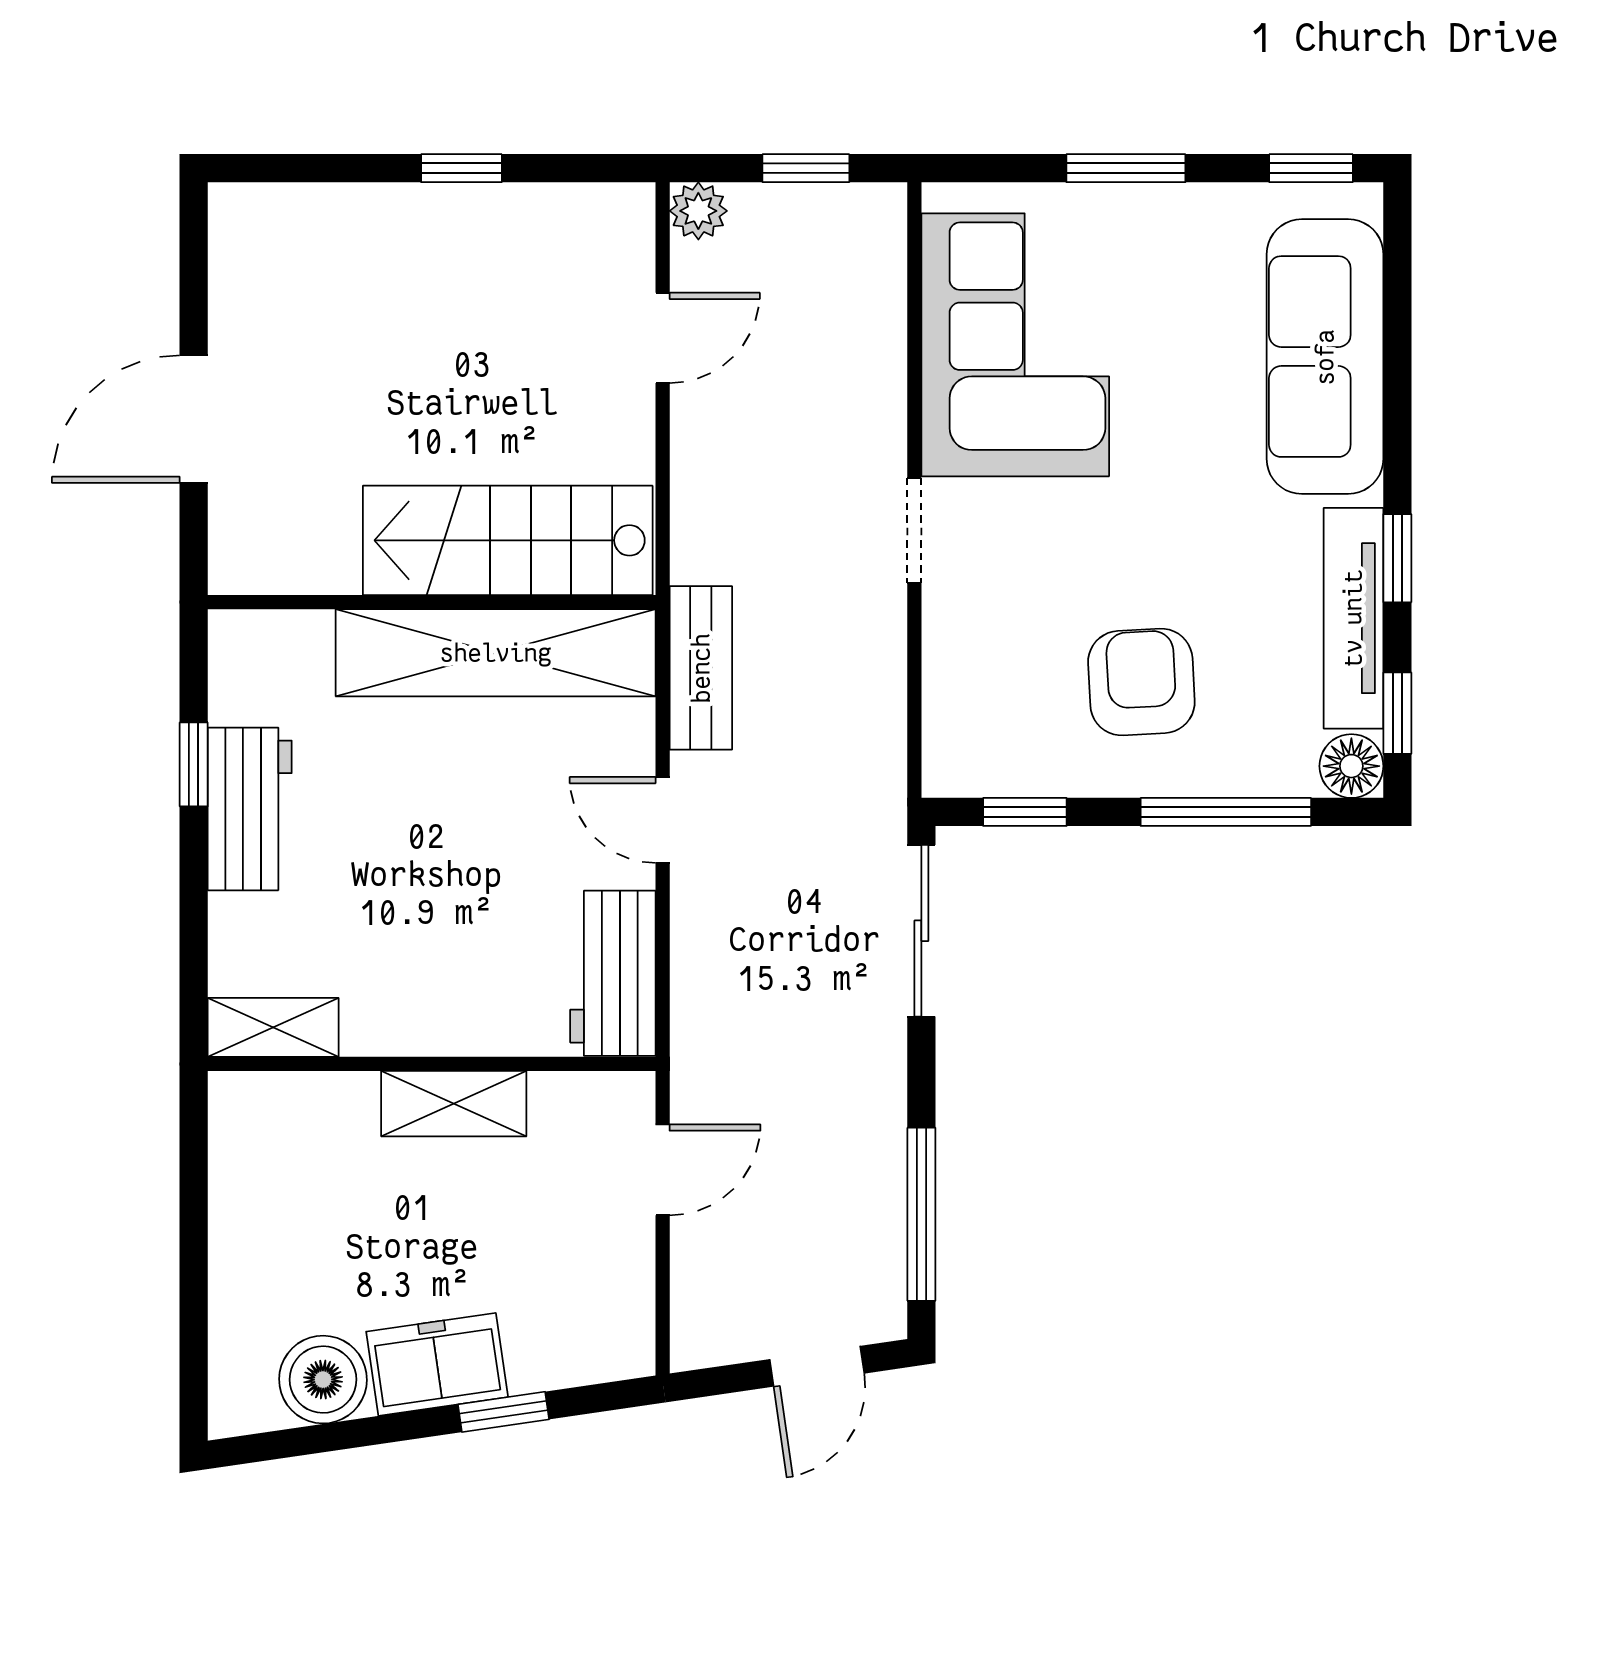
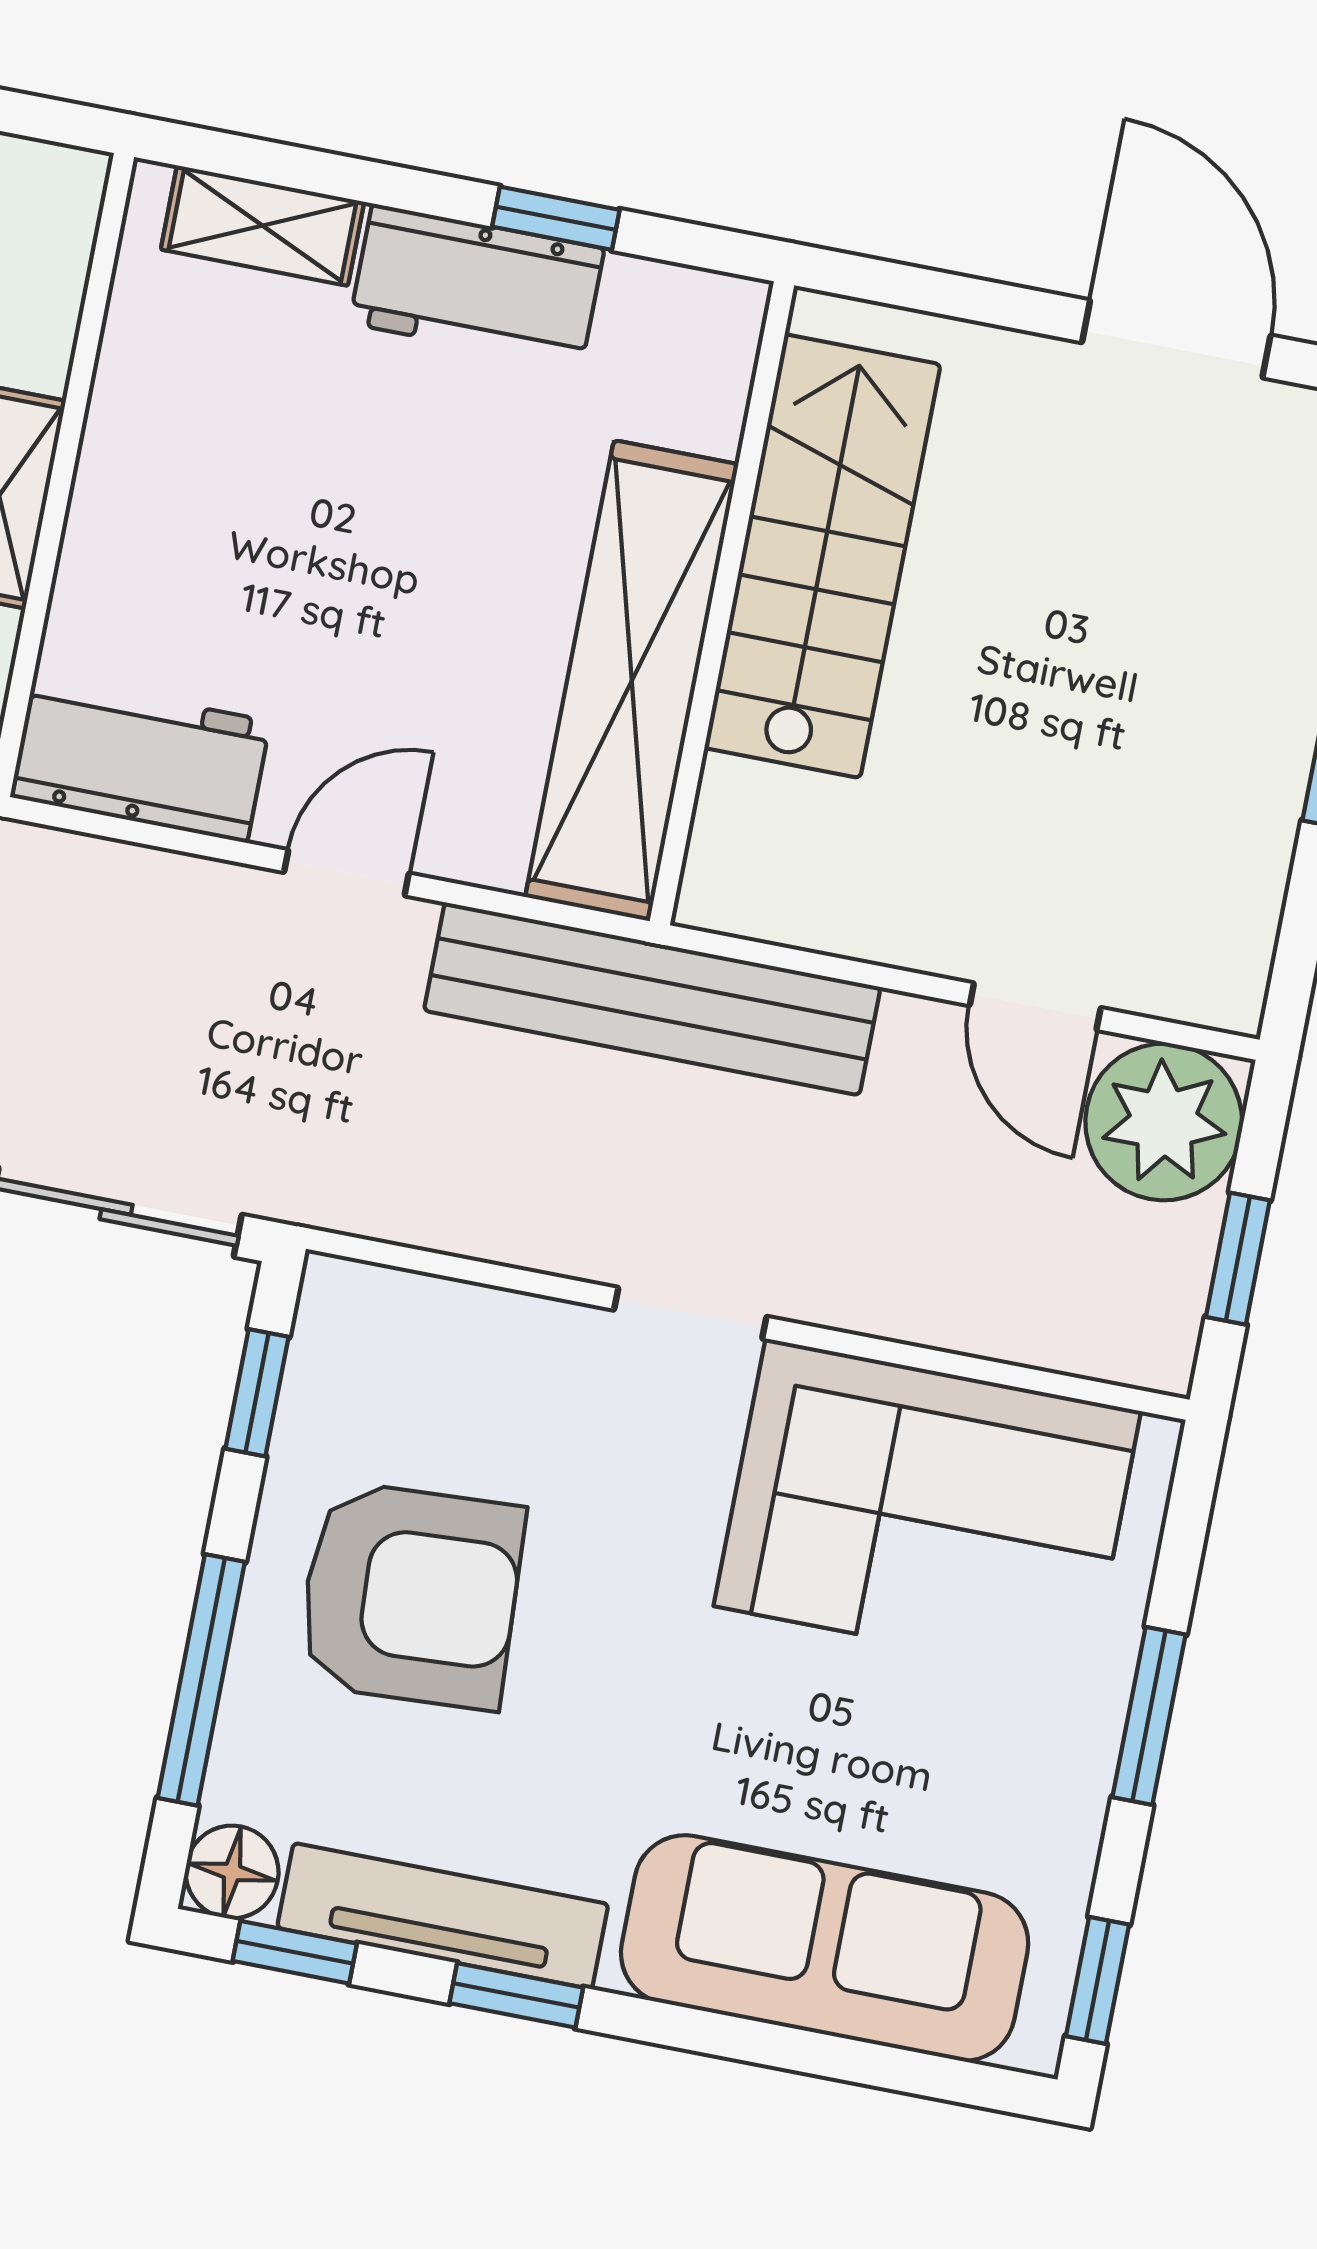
plant: (698, 211) -> (1164, 1122), width x1.88, depth x1.88
door: (194, 419) -> (1176, 339), moved
stairs: (508, 540) -> (822, 556), moved
bench: (701, 668) -> (652, 999), width x1.86, depth x1.21
armchair: (1141, 682) -> (410, 1595), width x1.36, depth x1.36
shelving: (273, 1027) -> (262, 226), moved, turned 90

